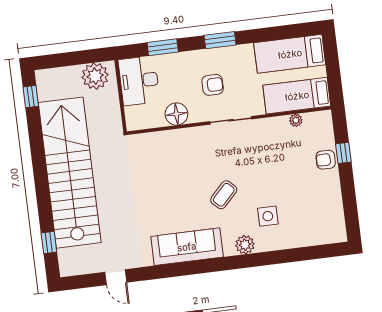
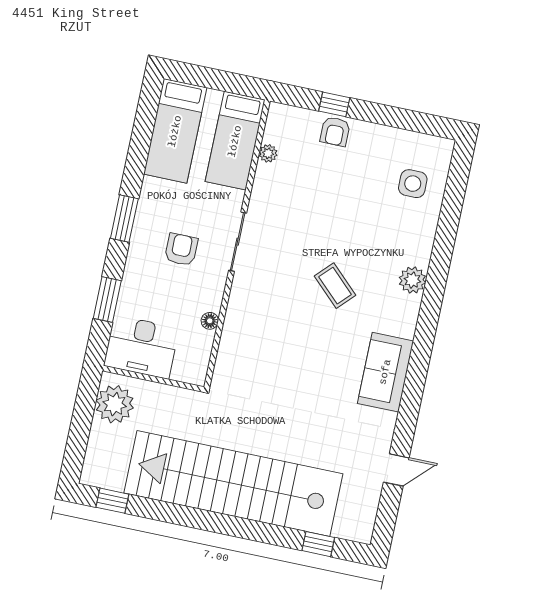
floor lamp: (176, 114) -> (210, 321), width x0.53, depth x0.53
side table: (268, 216) -> (413, 184), moved
sofa: (187, 247) -> (385, 372), width x0.73

